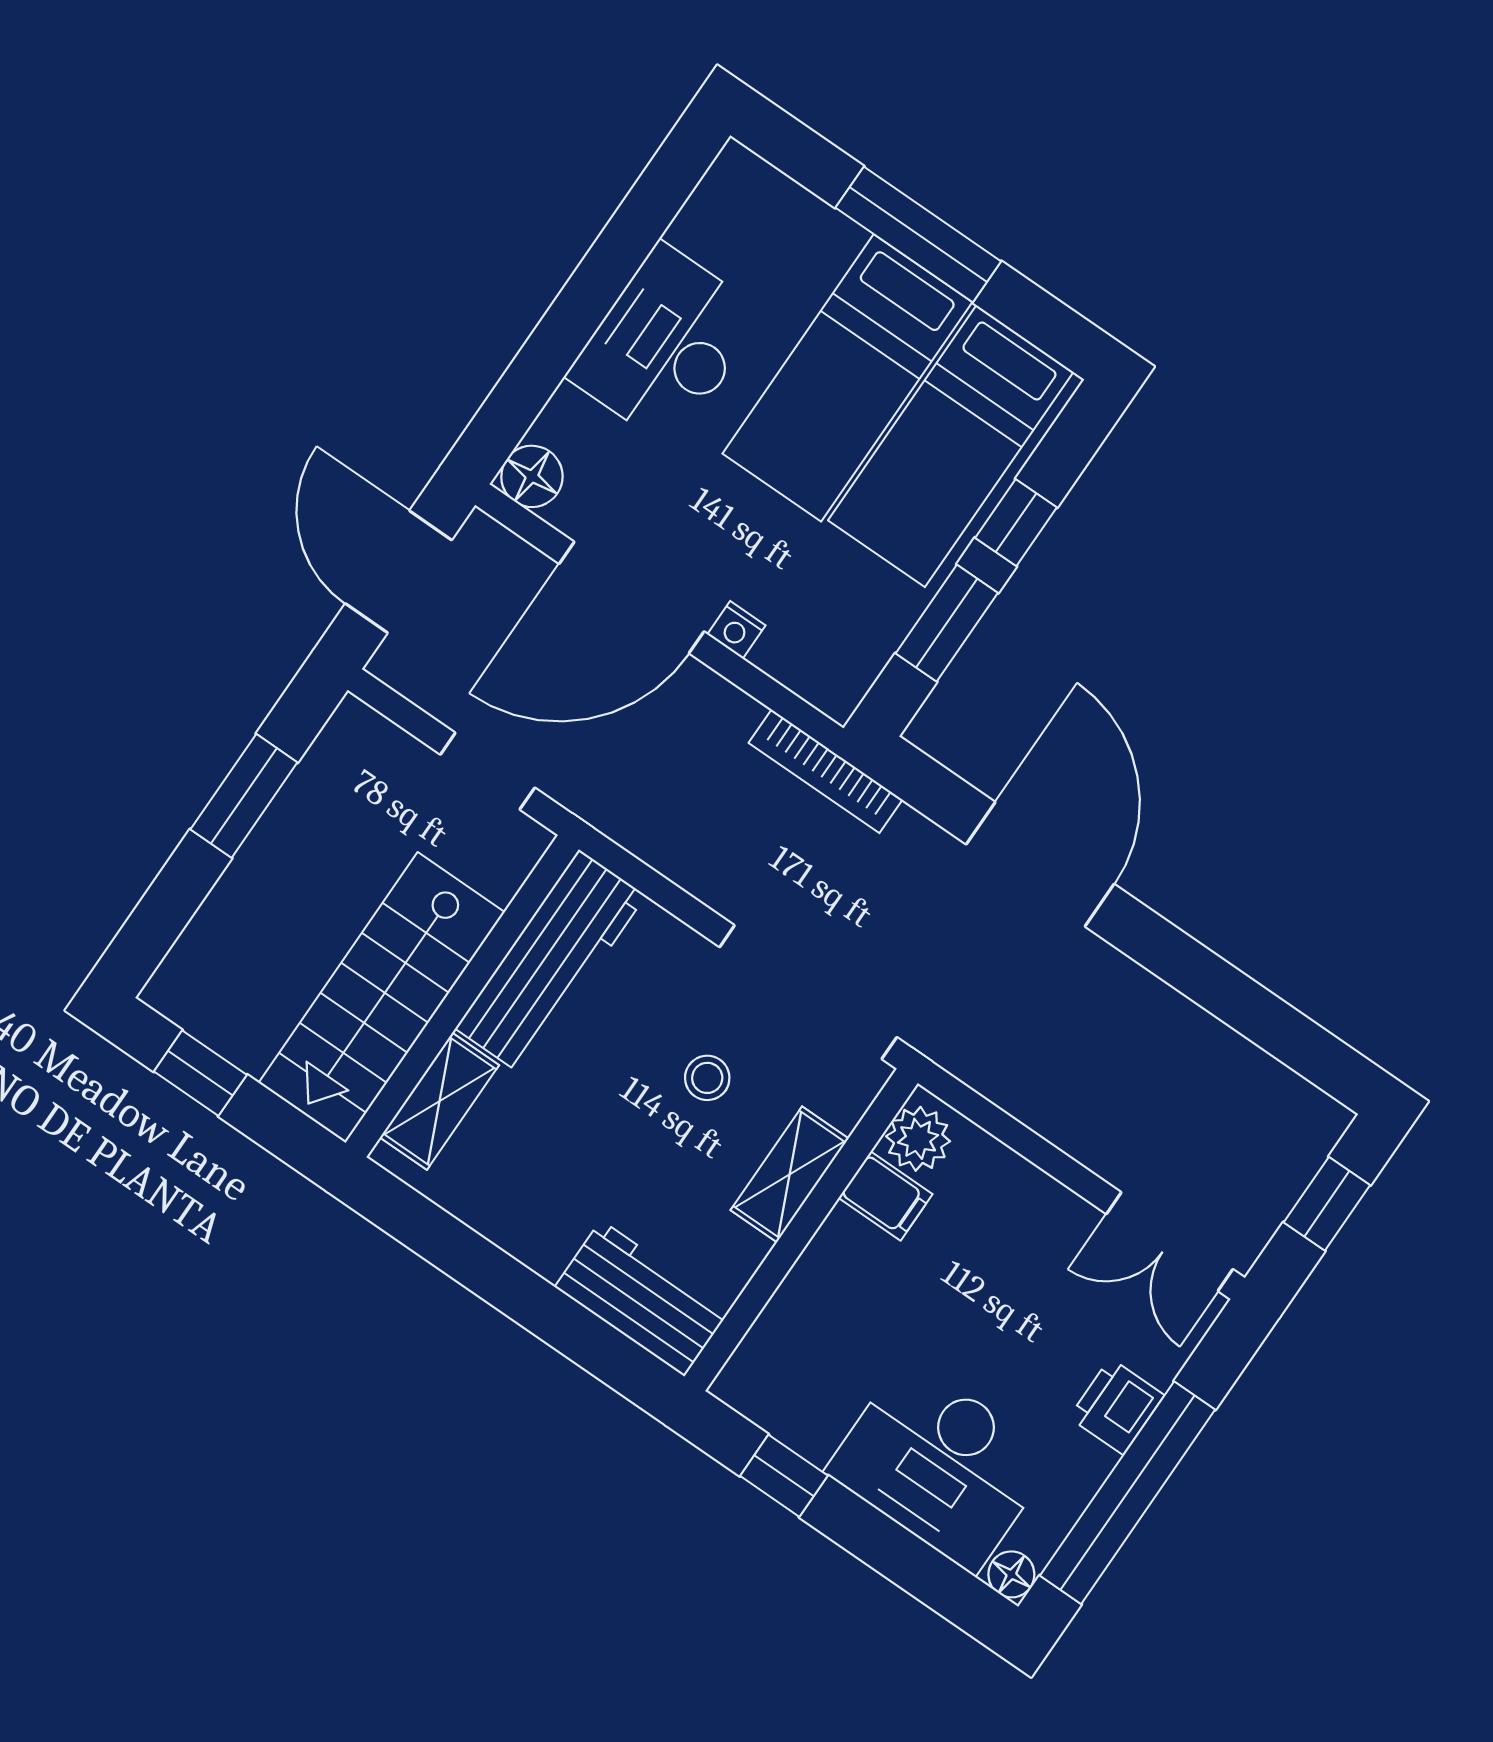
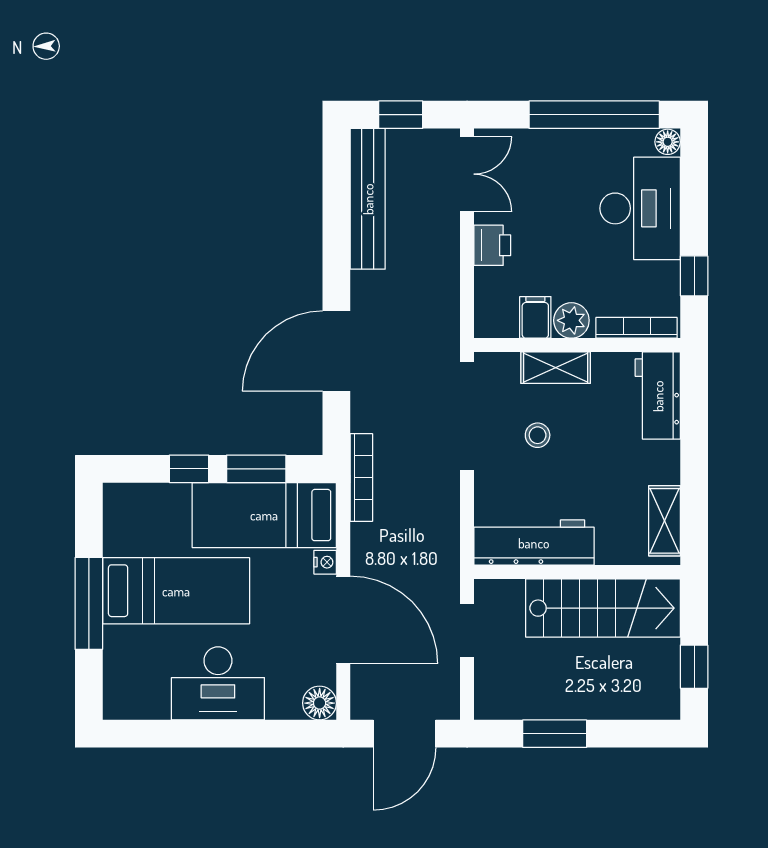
bed: (951, 446) -> (264, 515), moved, turned 180
bench: (1235, 1068) -> (368, 199), added
shelving: (439, 1101) -> (664, 521), moved, turned 90
plant: (918, 1139) -> (571, 320), moved
bookcase: (766, 1336) -> (637, 328), added
printer: (1117, 1406) -> (492, 245), moved, turned -90

